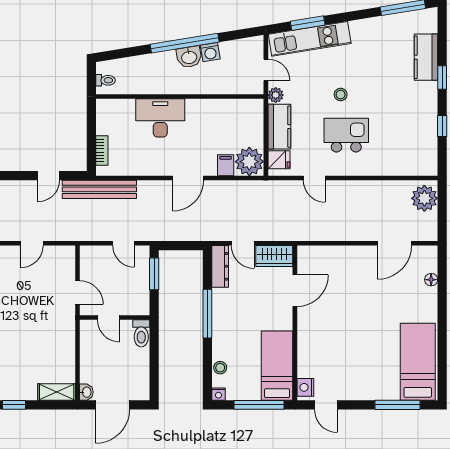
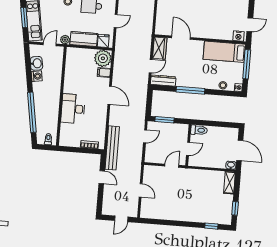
window: (185, 43) -> (32, 112), moved
washbasin: (189, 57) -> (36, 63), moved

